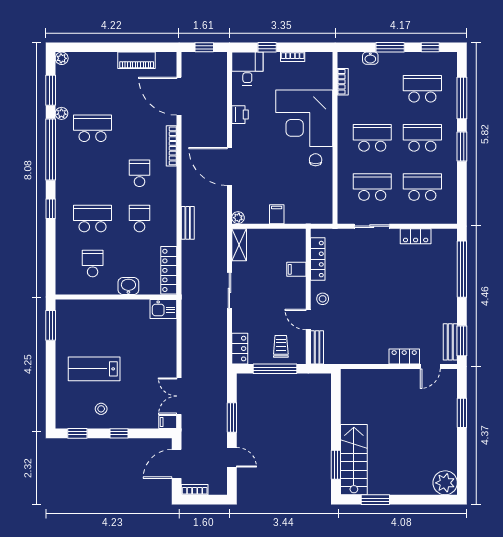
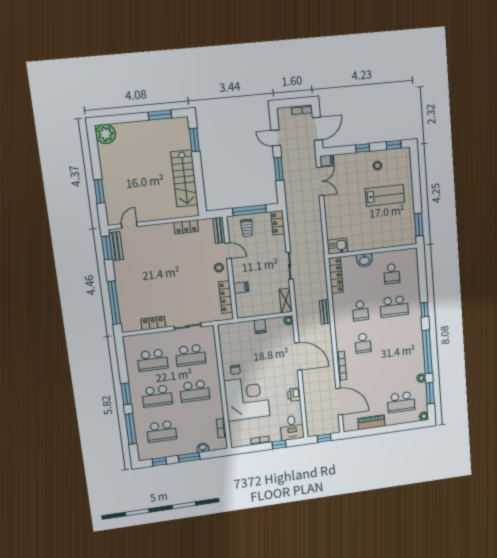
school desk: (93, 128) -> (401, 402), moved
locker: (404, 356) -> (186, 227), moved
stairs: (354, 460) -> (184, 178), moved

